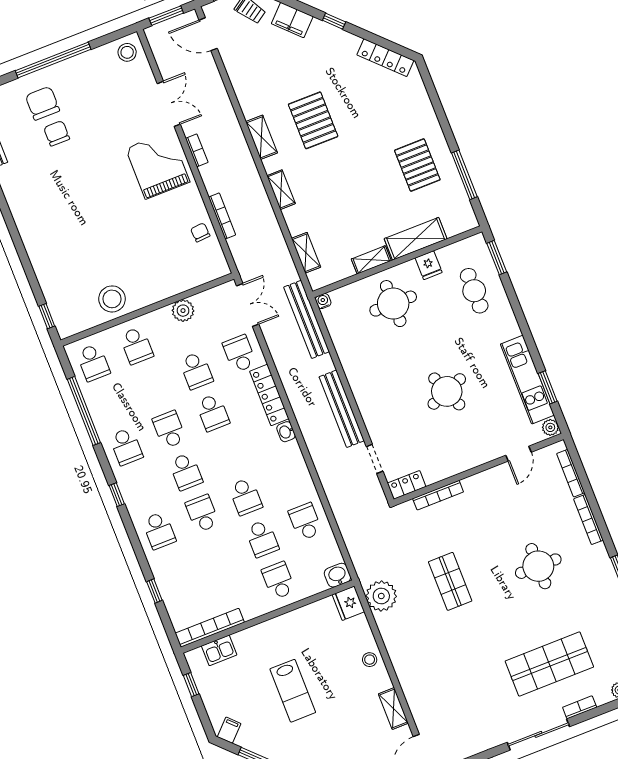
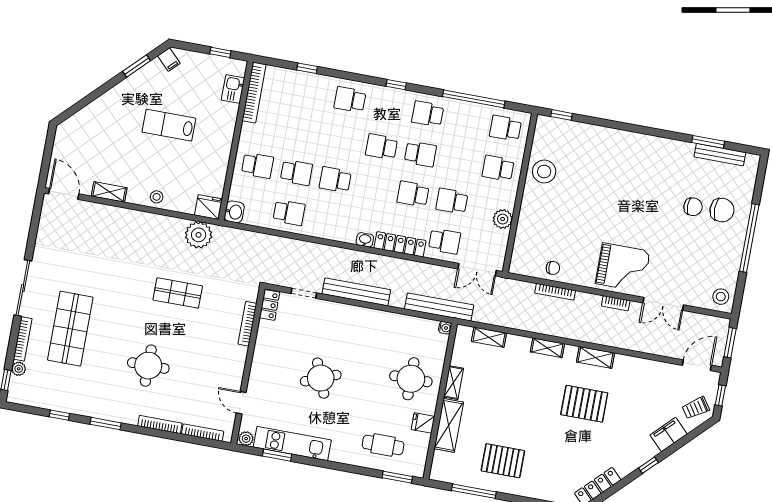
school desk: (202, 514) -> (343, 140), removed
school desk: (262, 539) -> (296, 173), turned 180
bookcase: (580, 707) -> (23, 339), width x1.56

